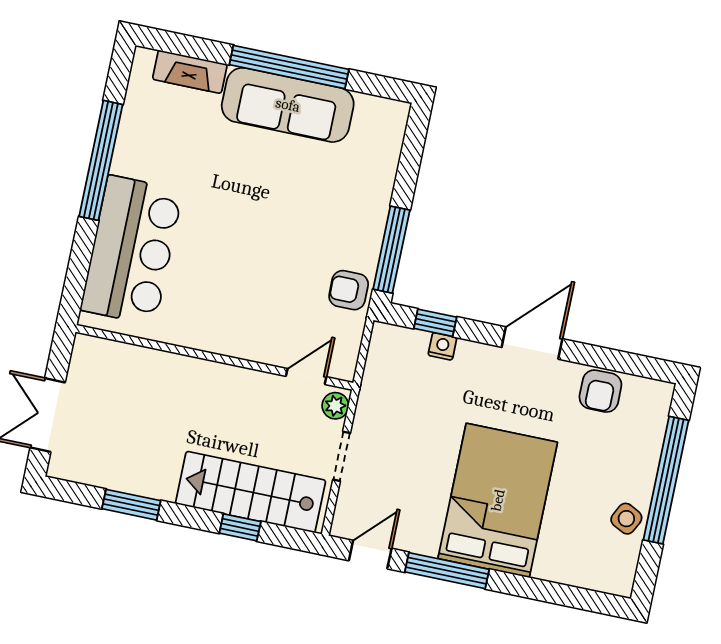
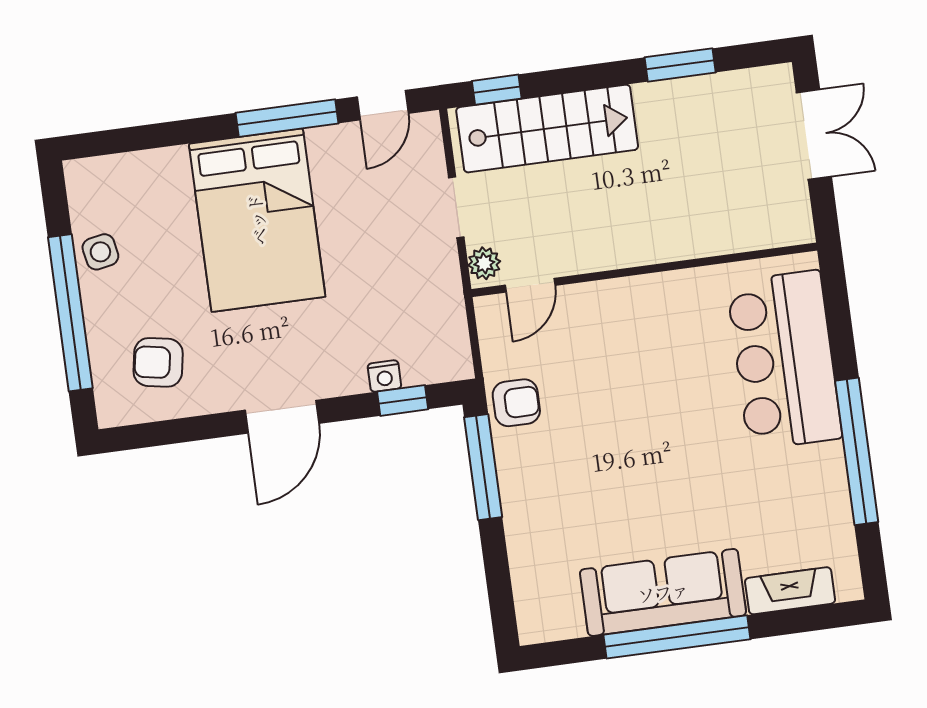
armchair: (600, 391) -> (158, 362), moved, turned -80
side table: (626, 519) -> (100, 252), turned -38
window: (240, 527) -> (497, 90), moved

